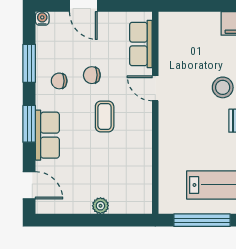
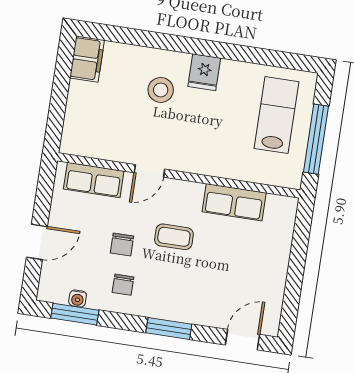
water cooler: (42, 18) -> (78, 298), moved, turned -90
window: (29, 63) -> (75, 314), moved
row of seats: (47, 135) -> (234, 202), moved, turned 180
plant: (100, 206) -> (280, 258), removed

